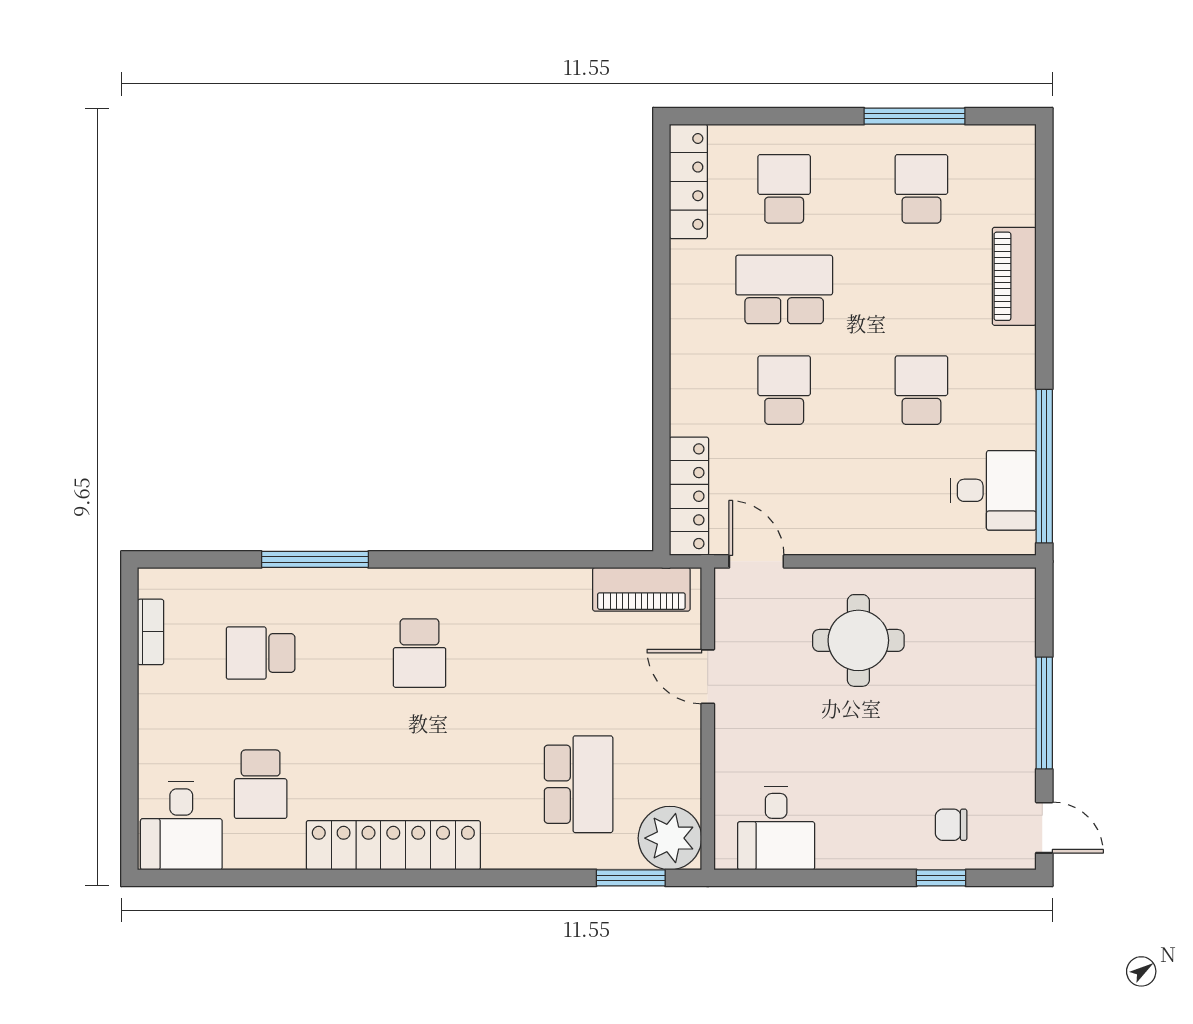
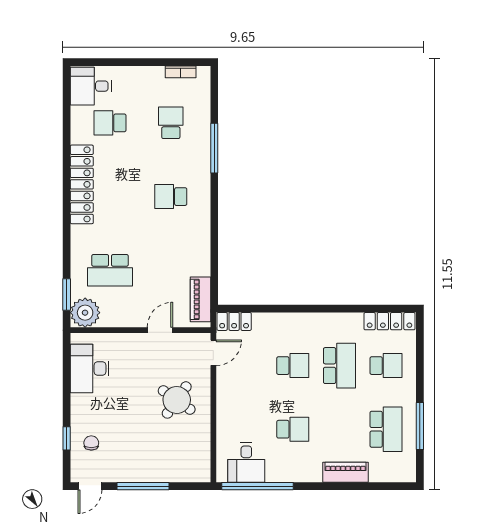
school desk: (921, 189) -> (386, 429), width x1.85
locker: (689, 496) -> (234, 321), width x0.66
round table: (858, 640) -> (177, 400), turned 35
desk: (776, 828) -> (90, 369), width x1.37

